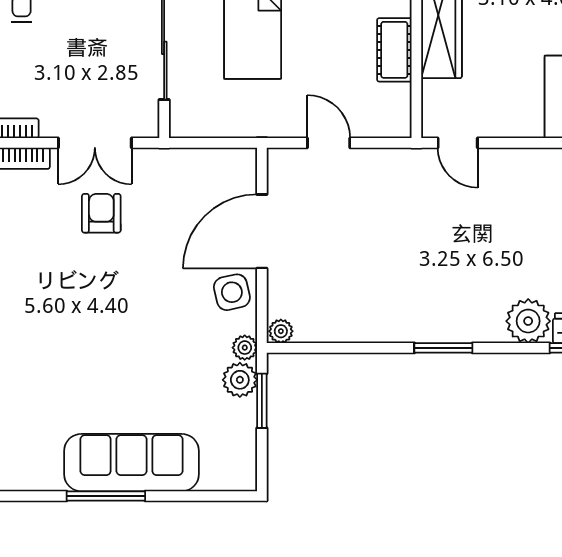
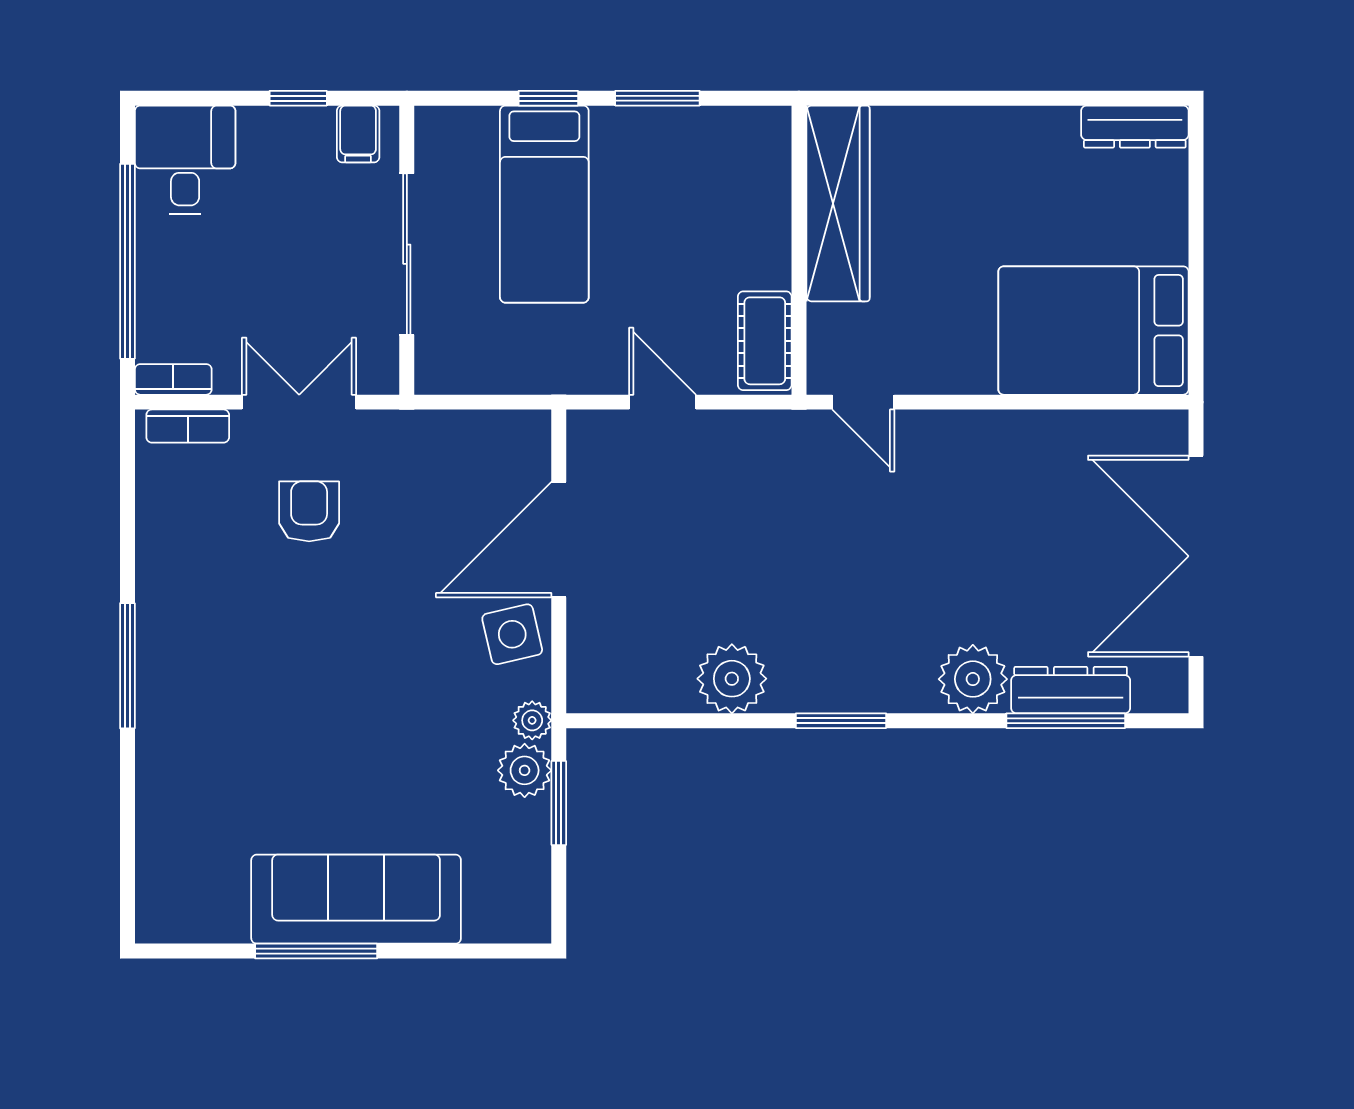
cot: (394, 50) -> (765, 341), moved
double door: (95, 143) -> (299, 402), swing flipped
plant: (281, 331) -> (732, 679), moved, width x1.88, depth x1.88

